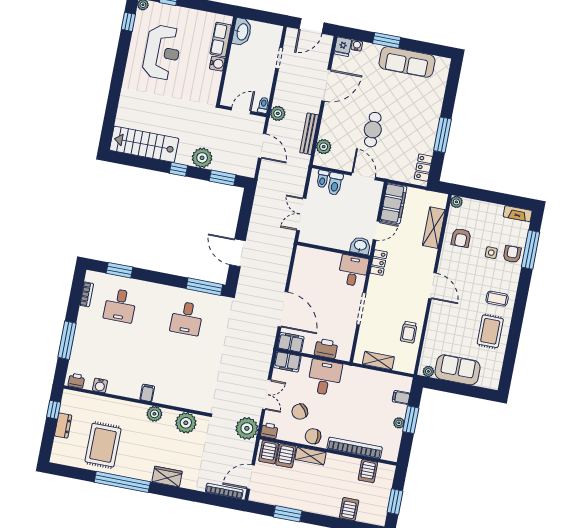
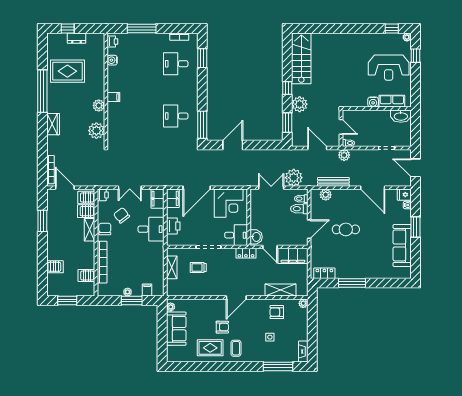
reception desk: (162, 52) -> (389, 68), moved
door: (262, 146) -> (317, 148), swing flipped
armchair: (512, 254) -> (222, 327), moved
corner desk: (311, 272) -> (229, 203), added
trolley: (409, 332) -> (198, 267), moved
window: (54, 410) -> (68, 29), moved
plant: (247, 428) -> (294, 178), moved

